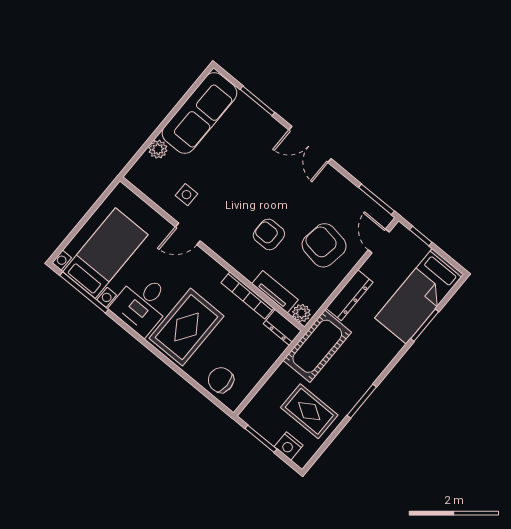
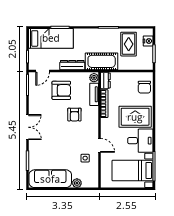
armchair: (324, 245) -> (61, 90), turned -99

